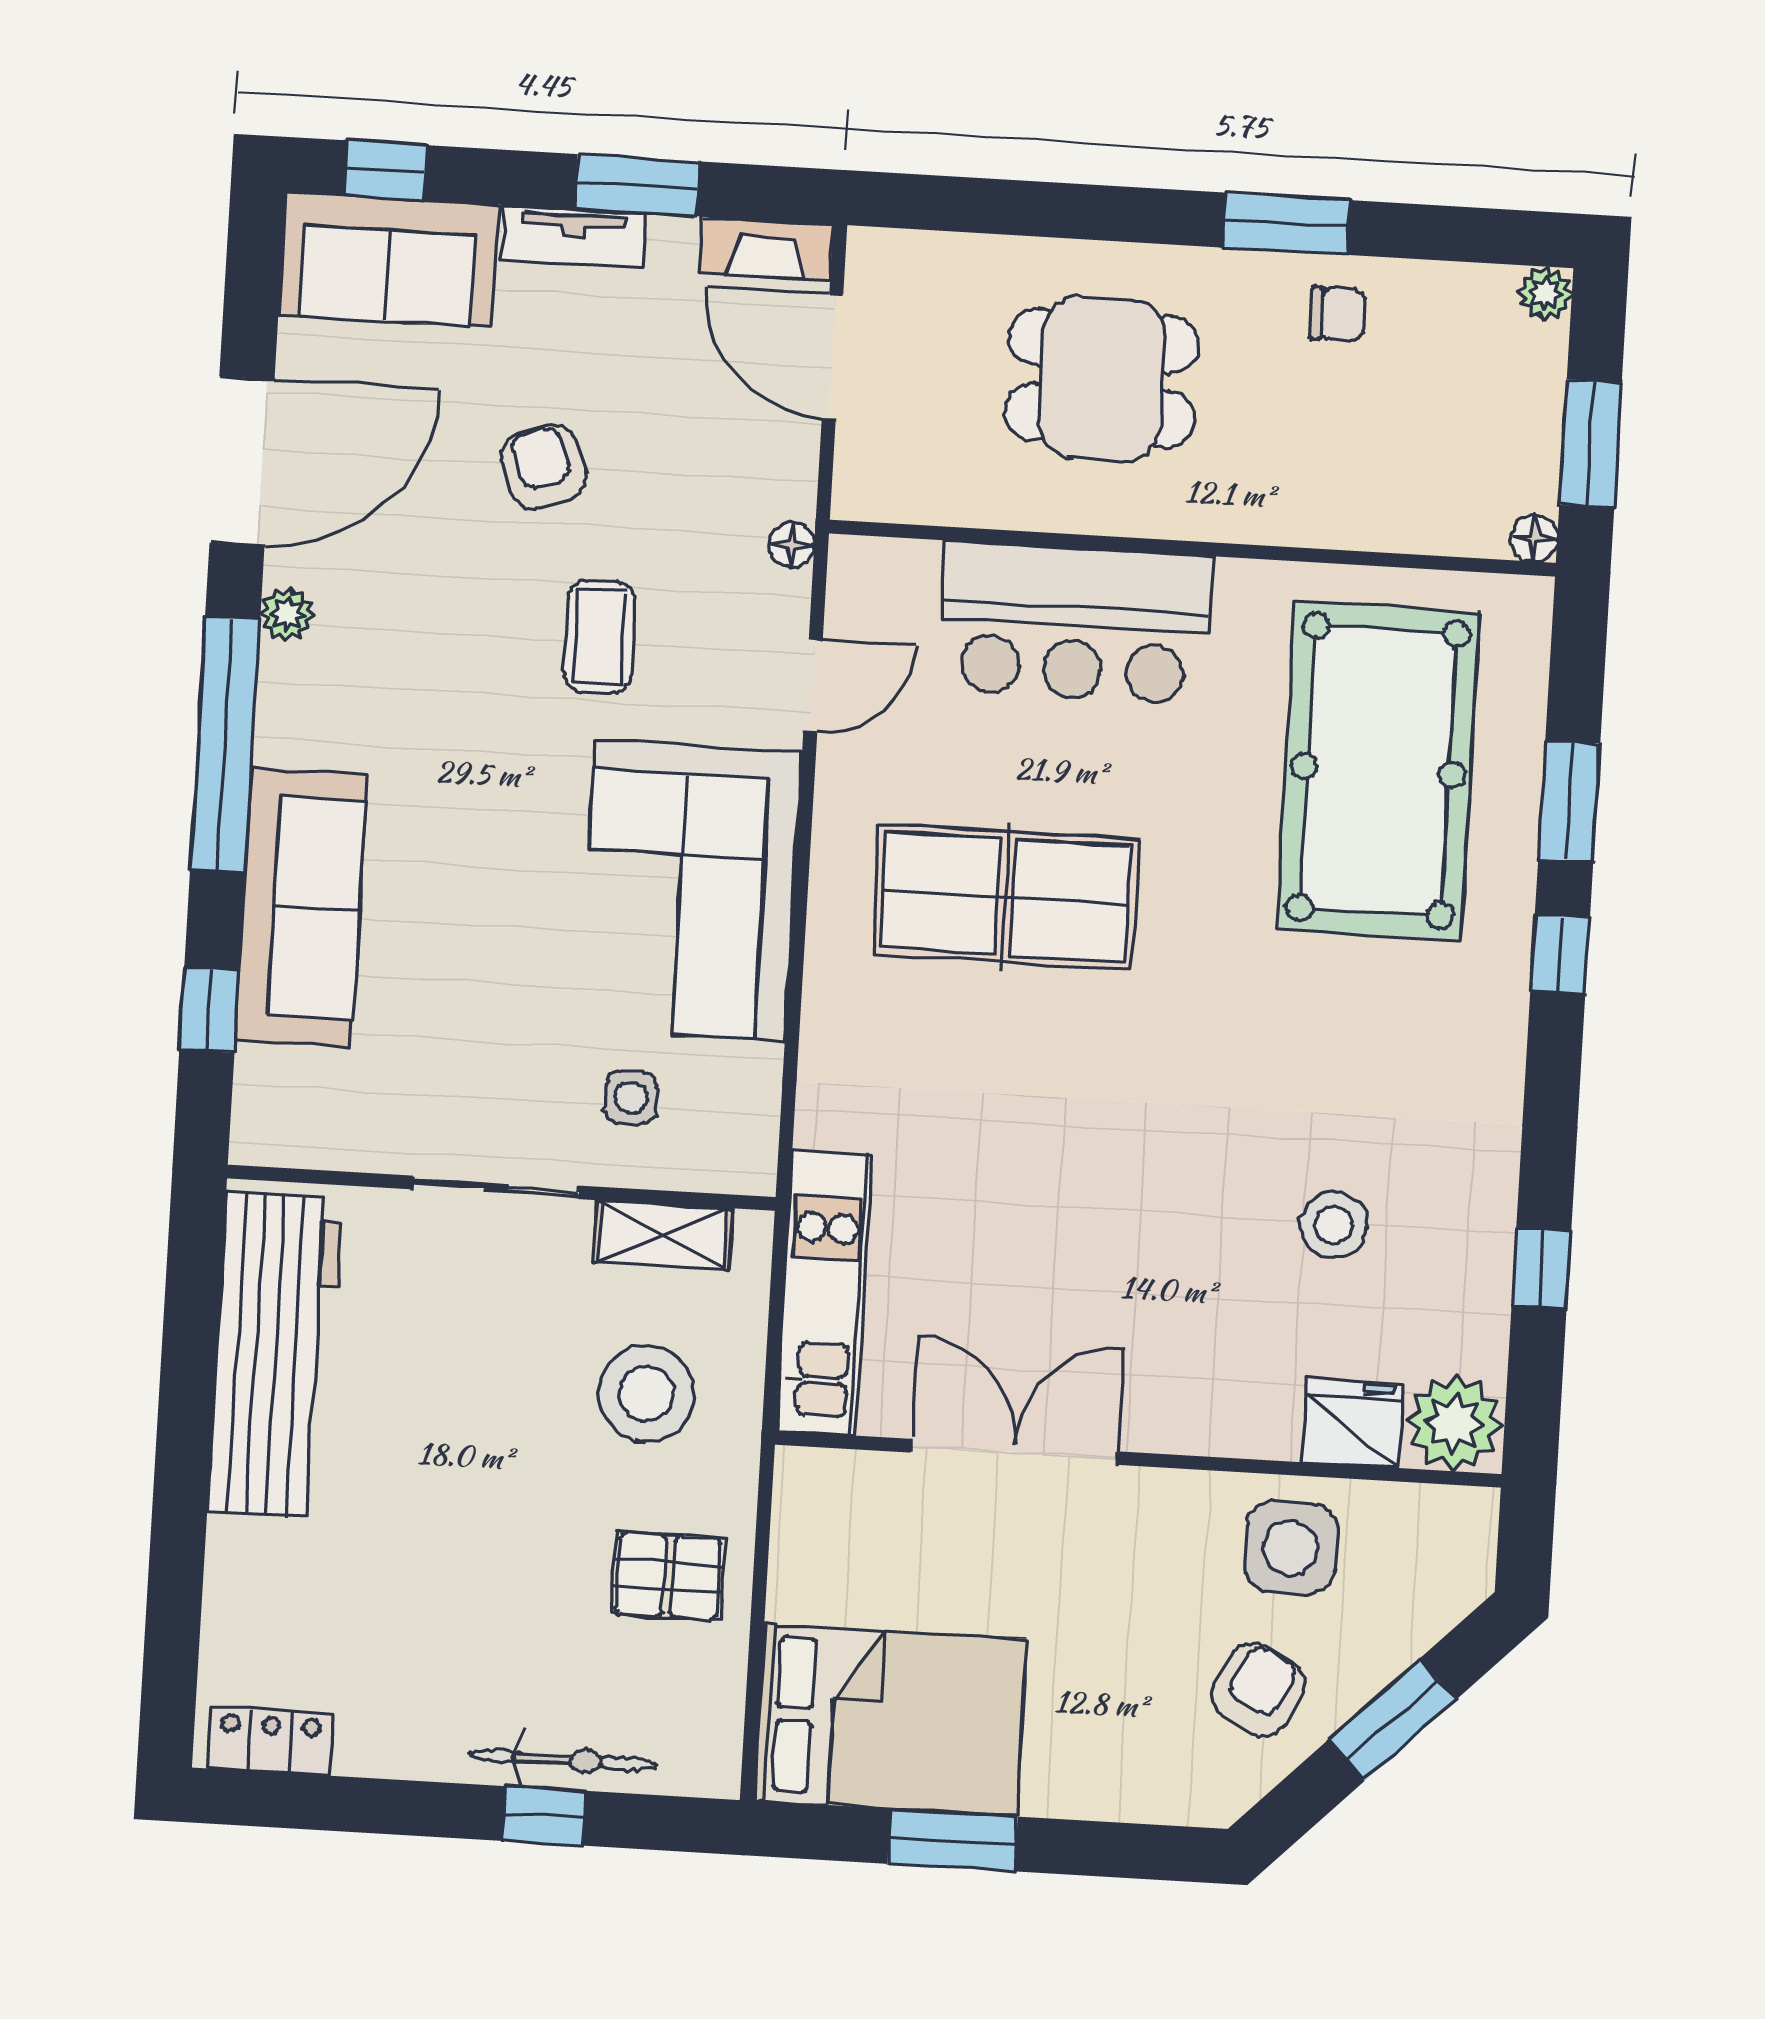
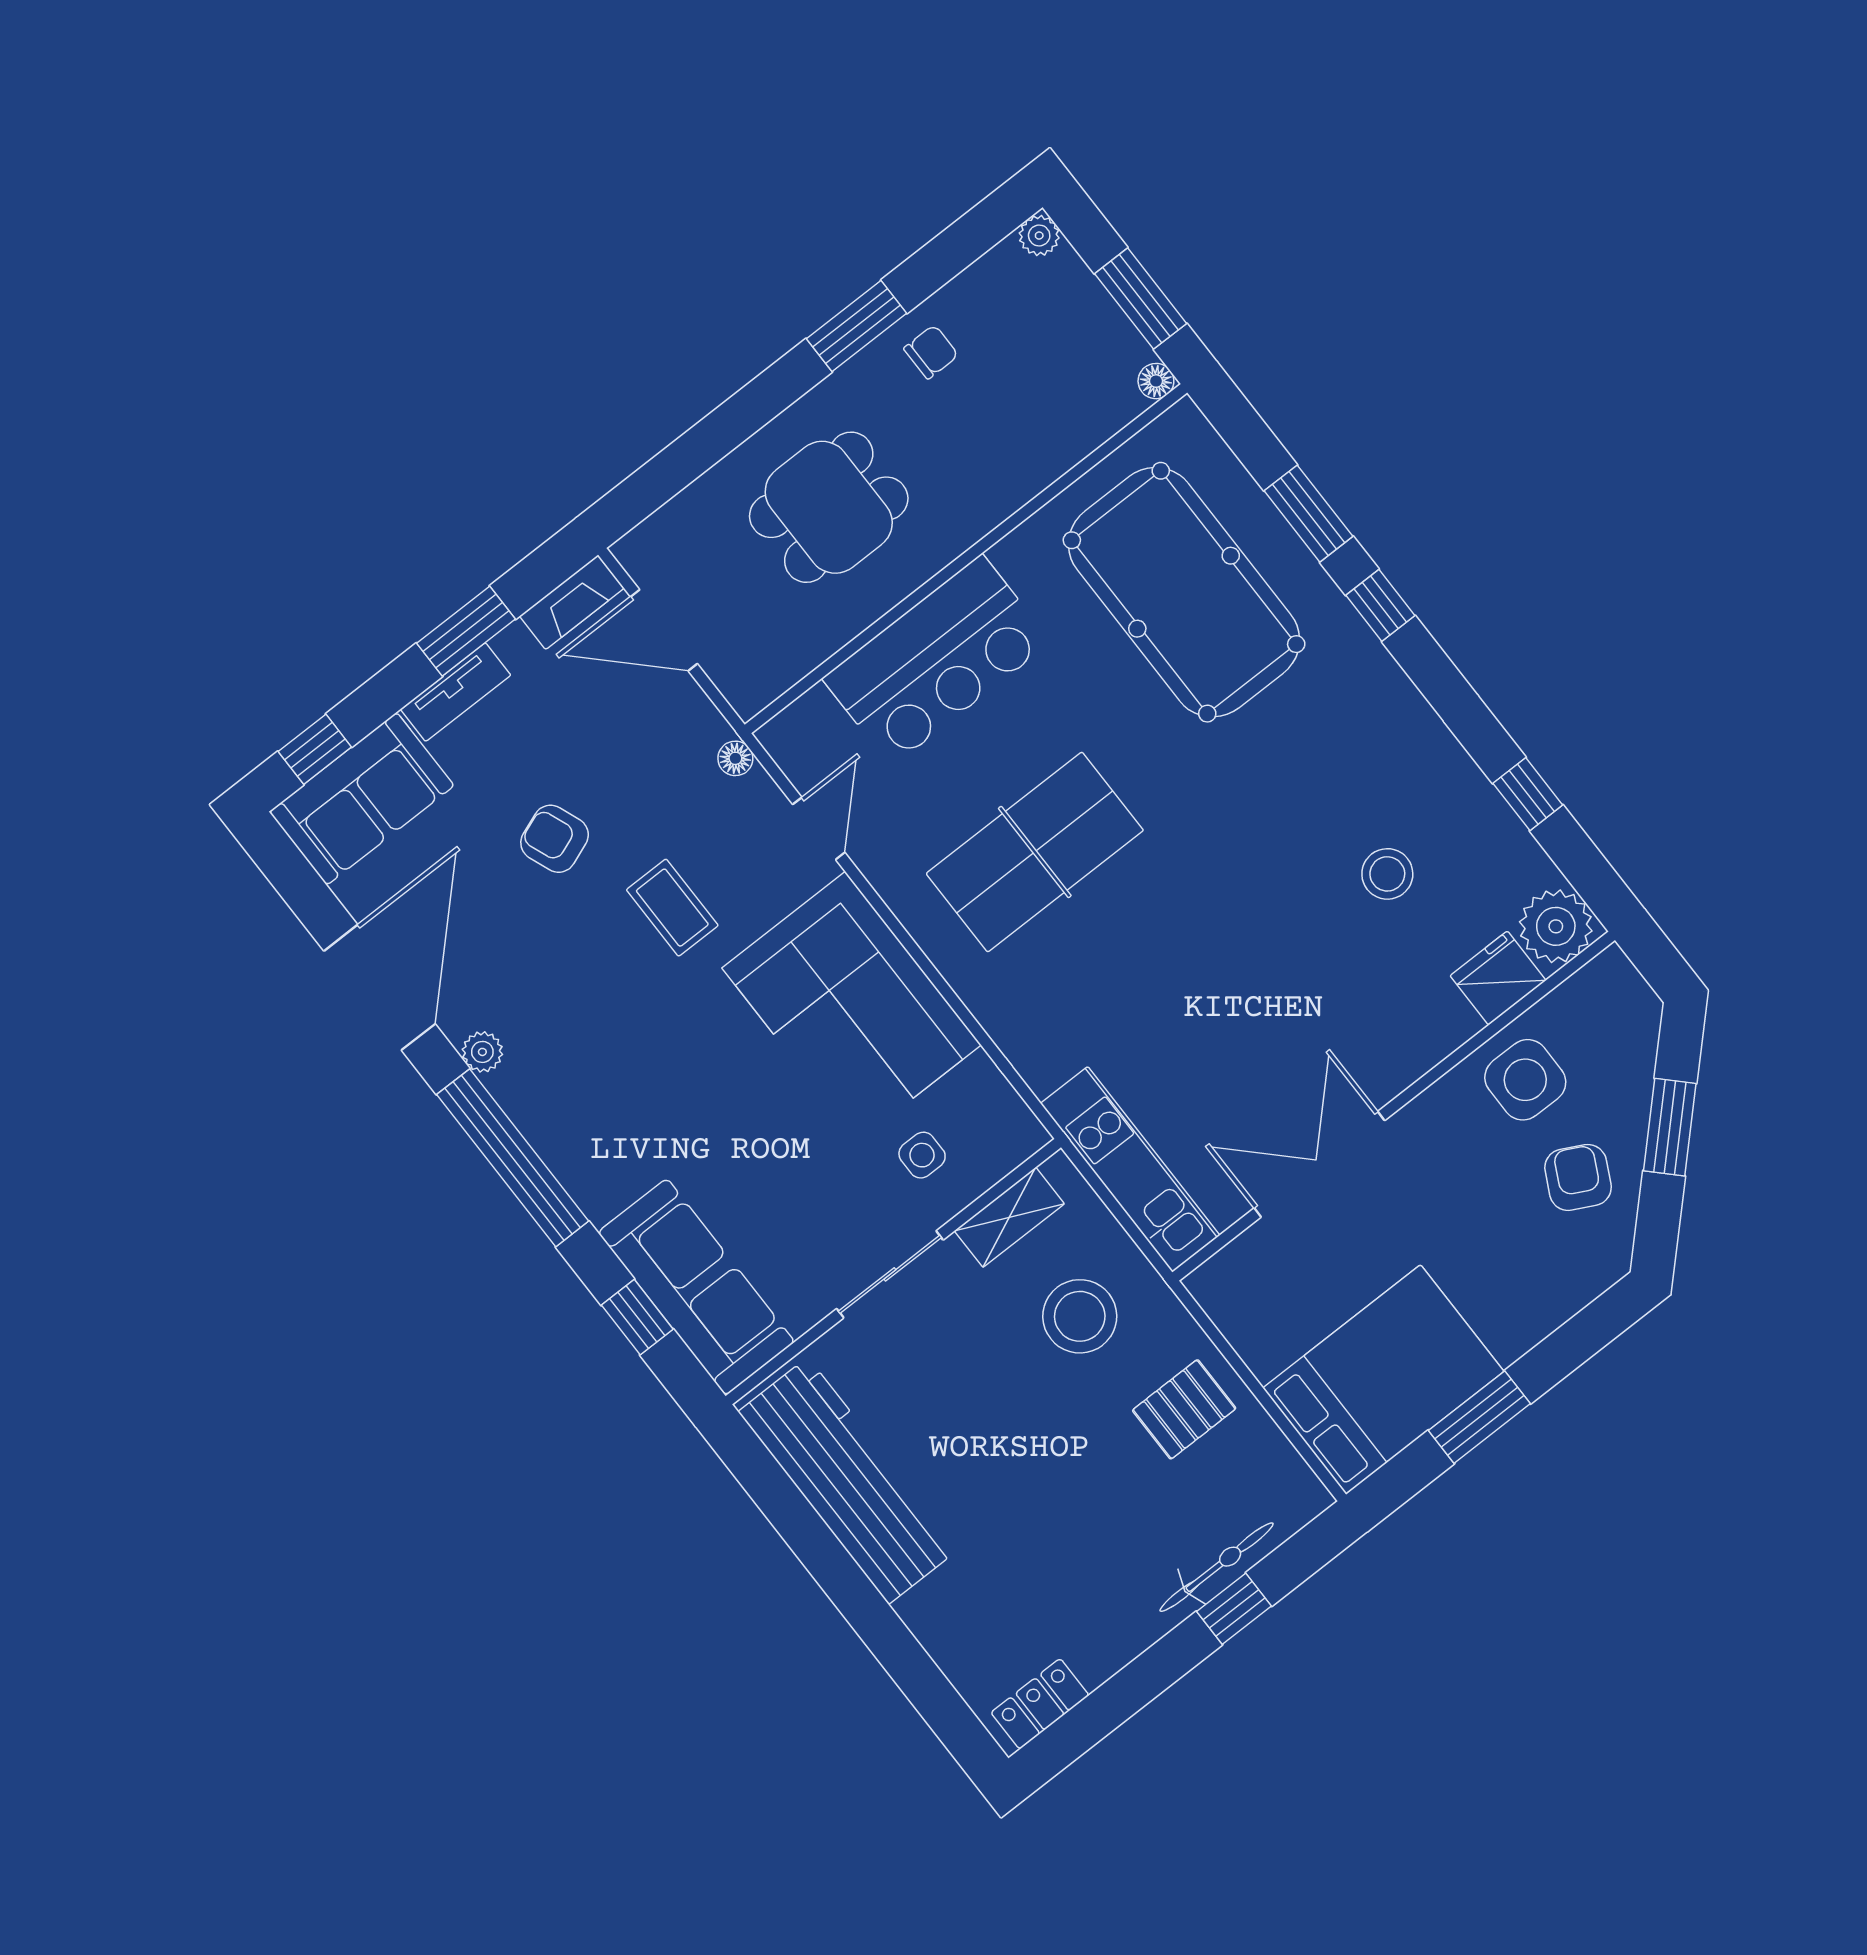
sofa: (301, 907) -> (696, 1287), moved

